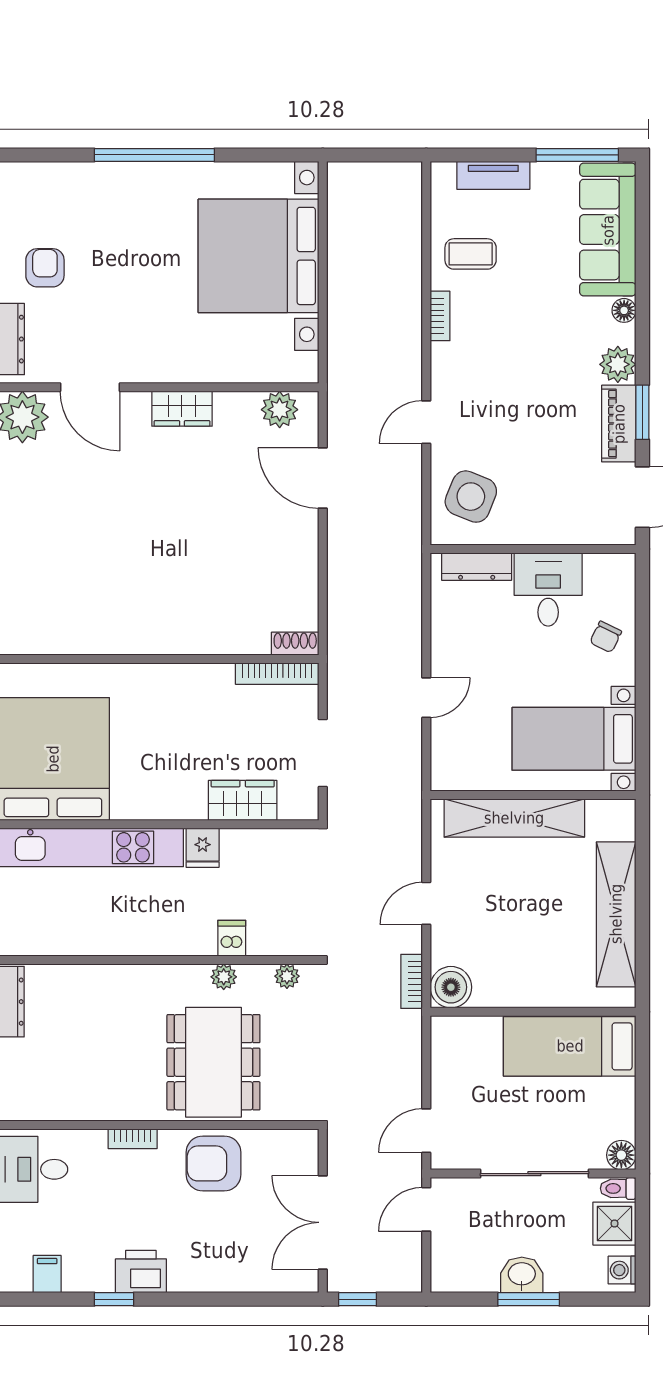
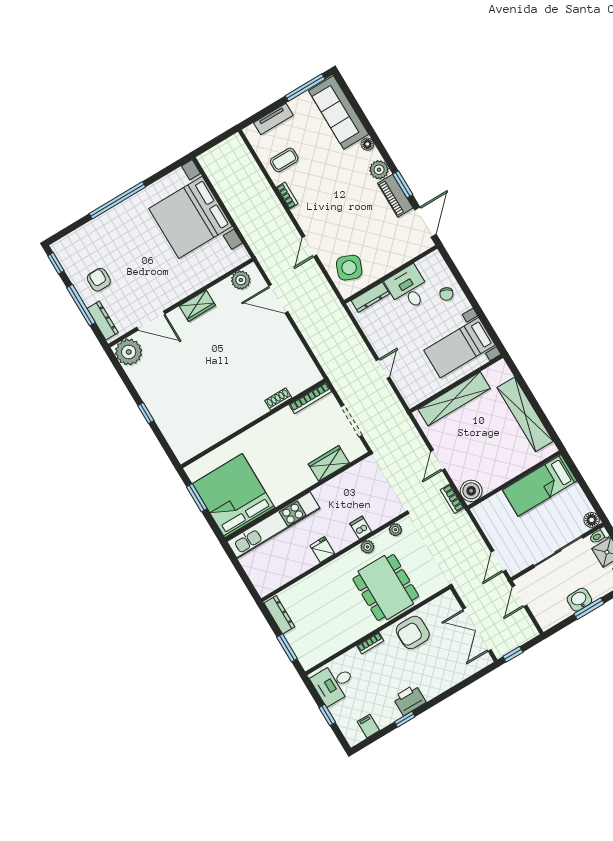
shoe rack: (295, 644) -> (278, 399), moved
fridge: (203, 848) -> (322, 550), moved, turned 180

